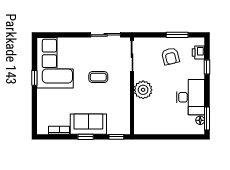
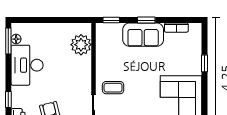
coffee table: (98, 77) -> (113, 88), moved
window: (34, 78) -> (204, 63), moved
plant: (143, 90) -> (81, 45), moved

